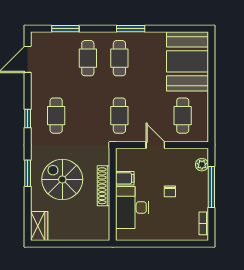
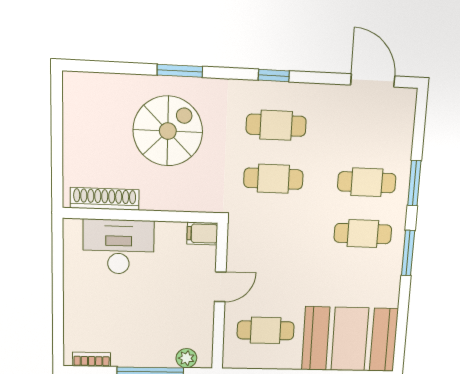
window: (65, 29) -> (414, 183), moved
cafe table: (119, 116) -> (273, 179), moved
filing cabinet: (125, 178) -> (202, 233), moved, turned 90
shoe rack: (104, 186) -> (105, 199), moved
chair: (170, 191) -> (144, 308), removed
wardrobe: (39, 226) -> (88, 87), removed

